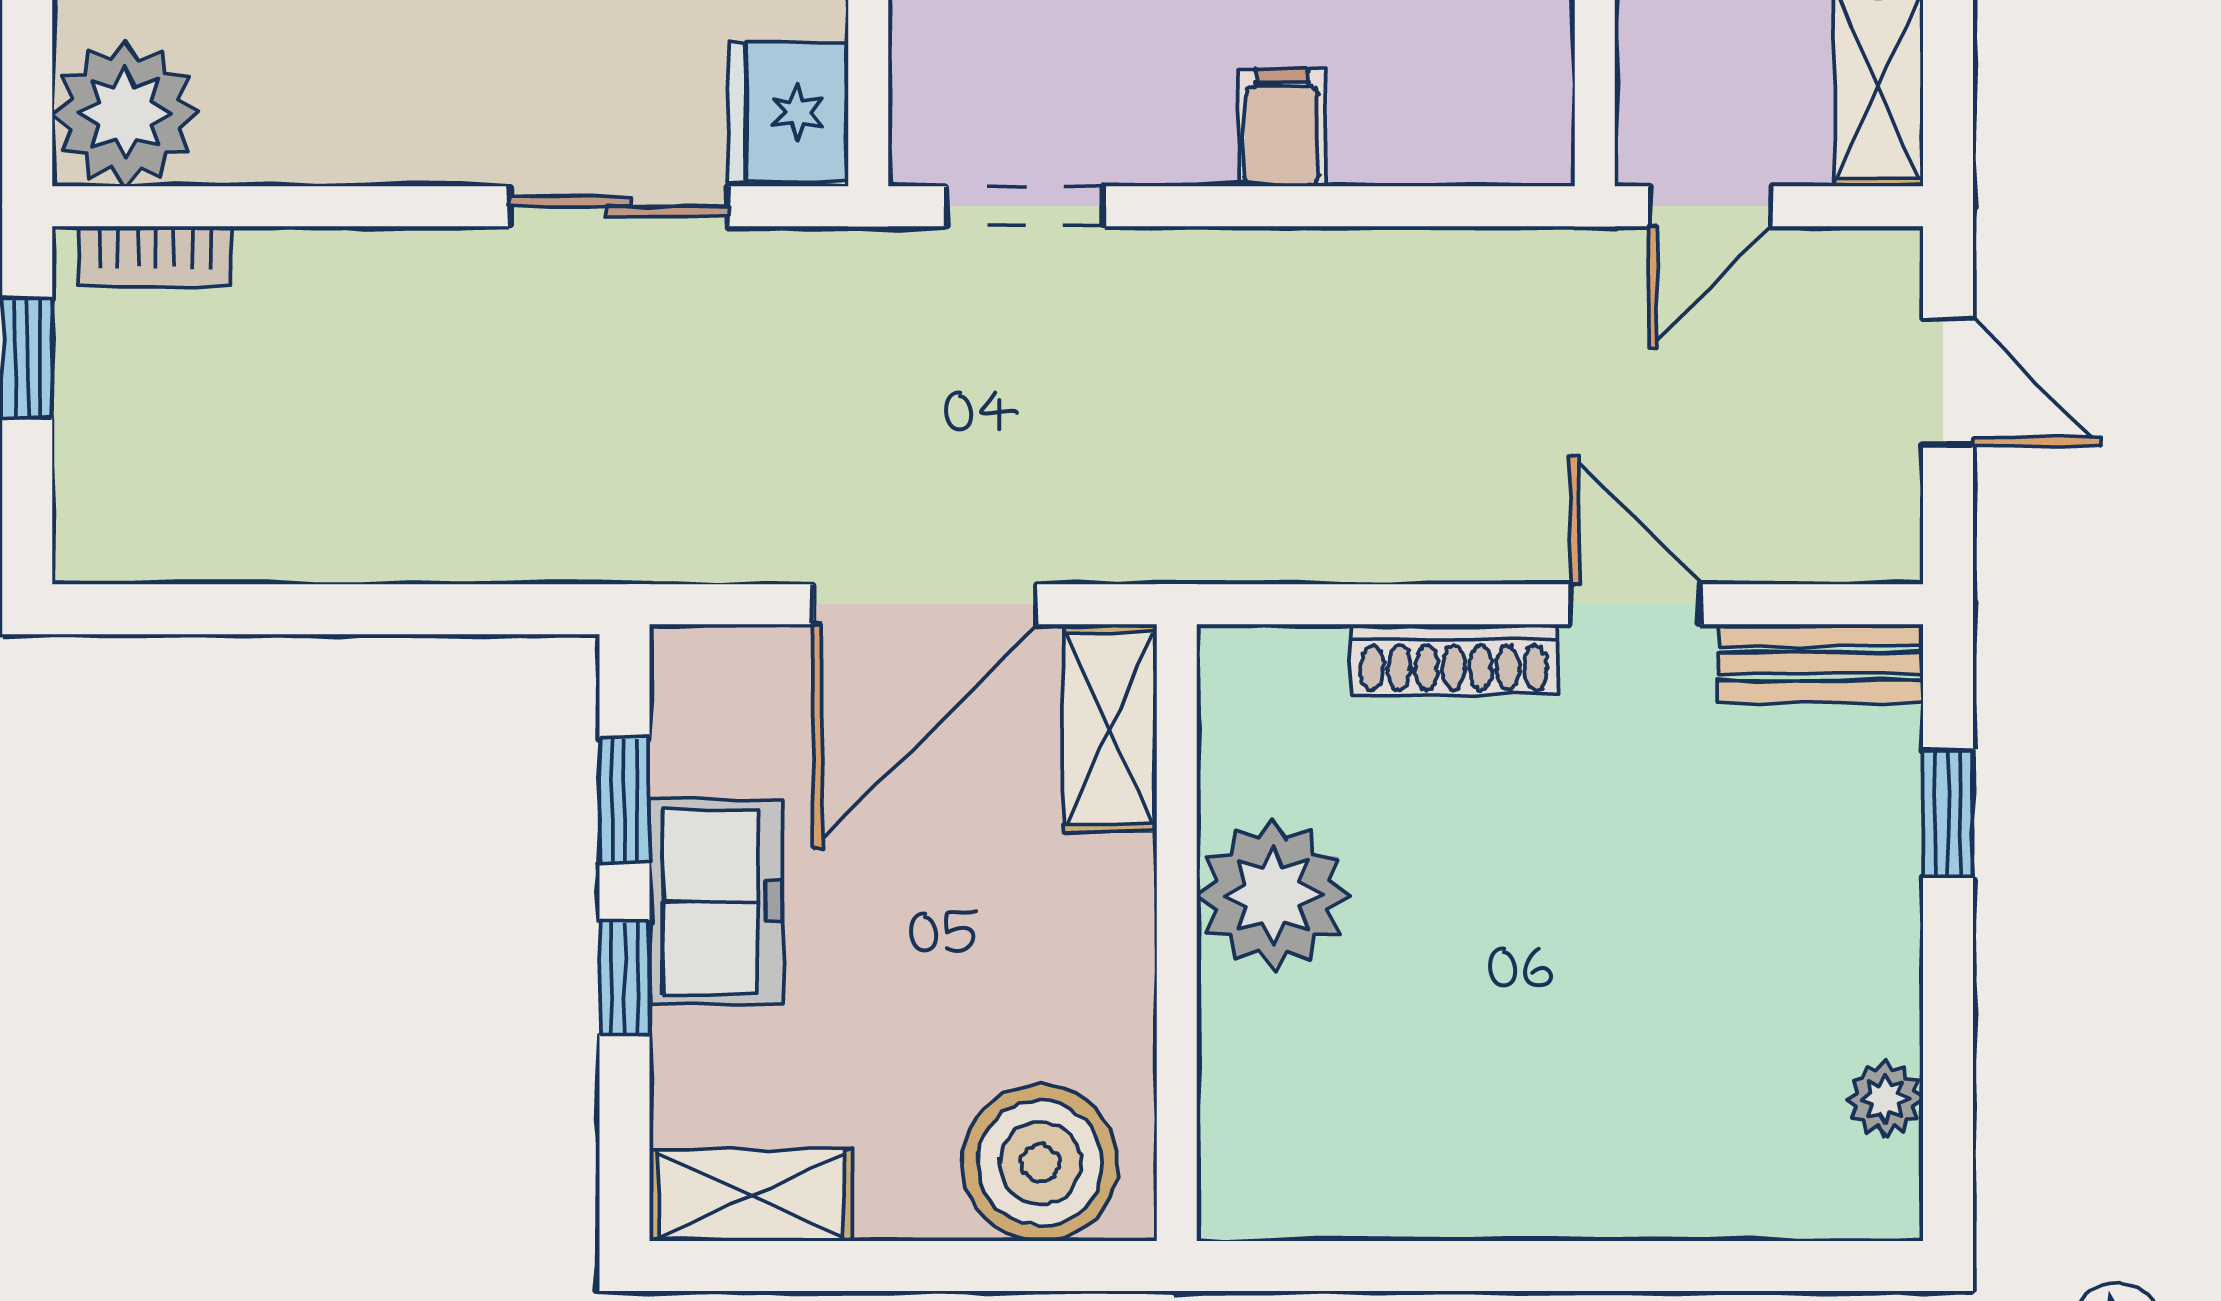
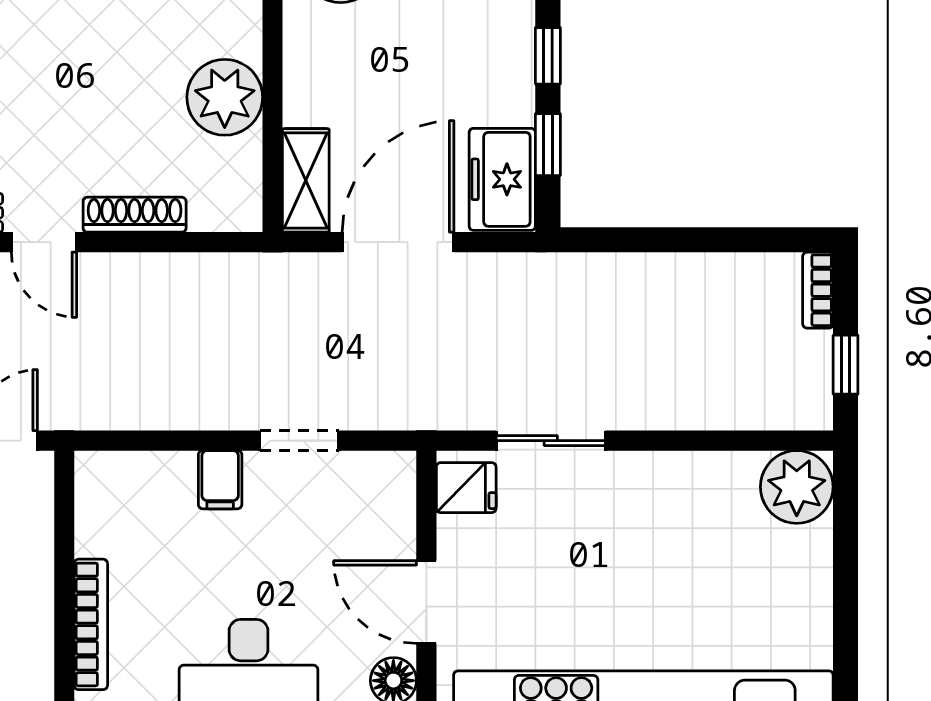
fridge: (788, 112) -> (466, 488), width x0.72
doorway: (1025, 206) -> (299, 441), moved
bookcase: (155, 257) -> (818, 290), moved, turned -90
freezer: (716, 901) -> (502, 179), moved

